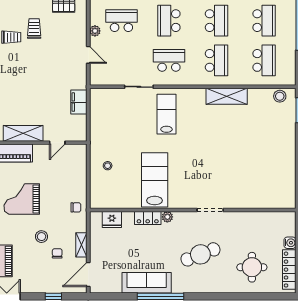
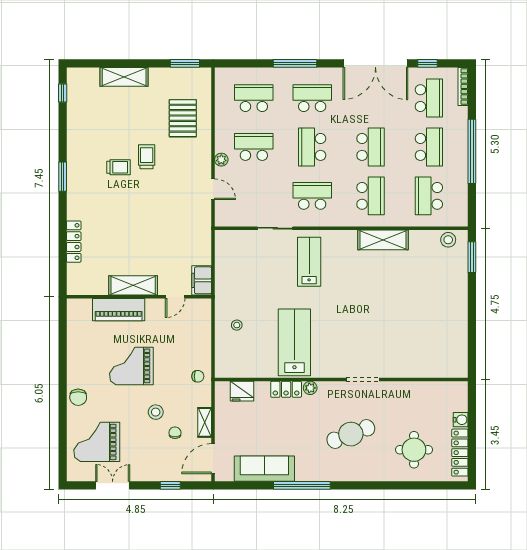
school desk: (264, 60) -> (429, 196), turned 180
filing cabinet: (79, 102) -> (202, 280), moved
sofa: (147, 283) -> (264, 469), moved

